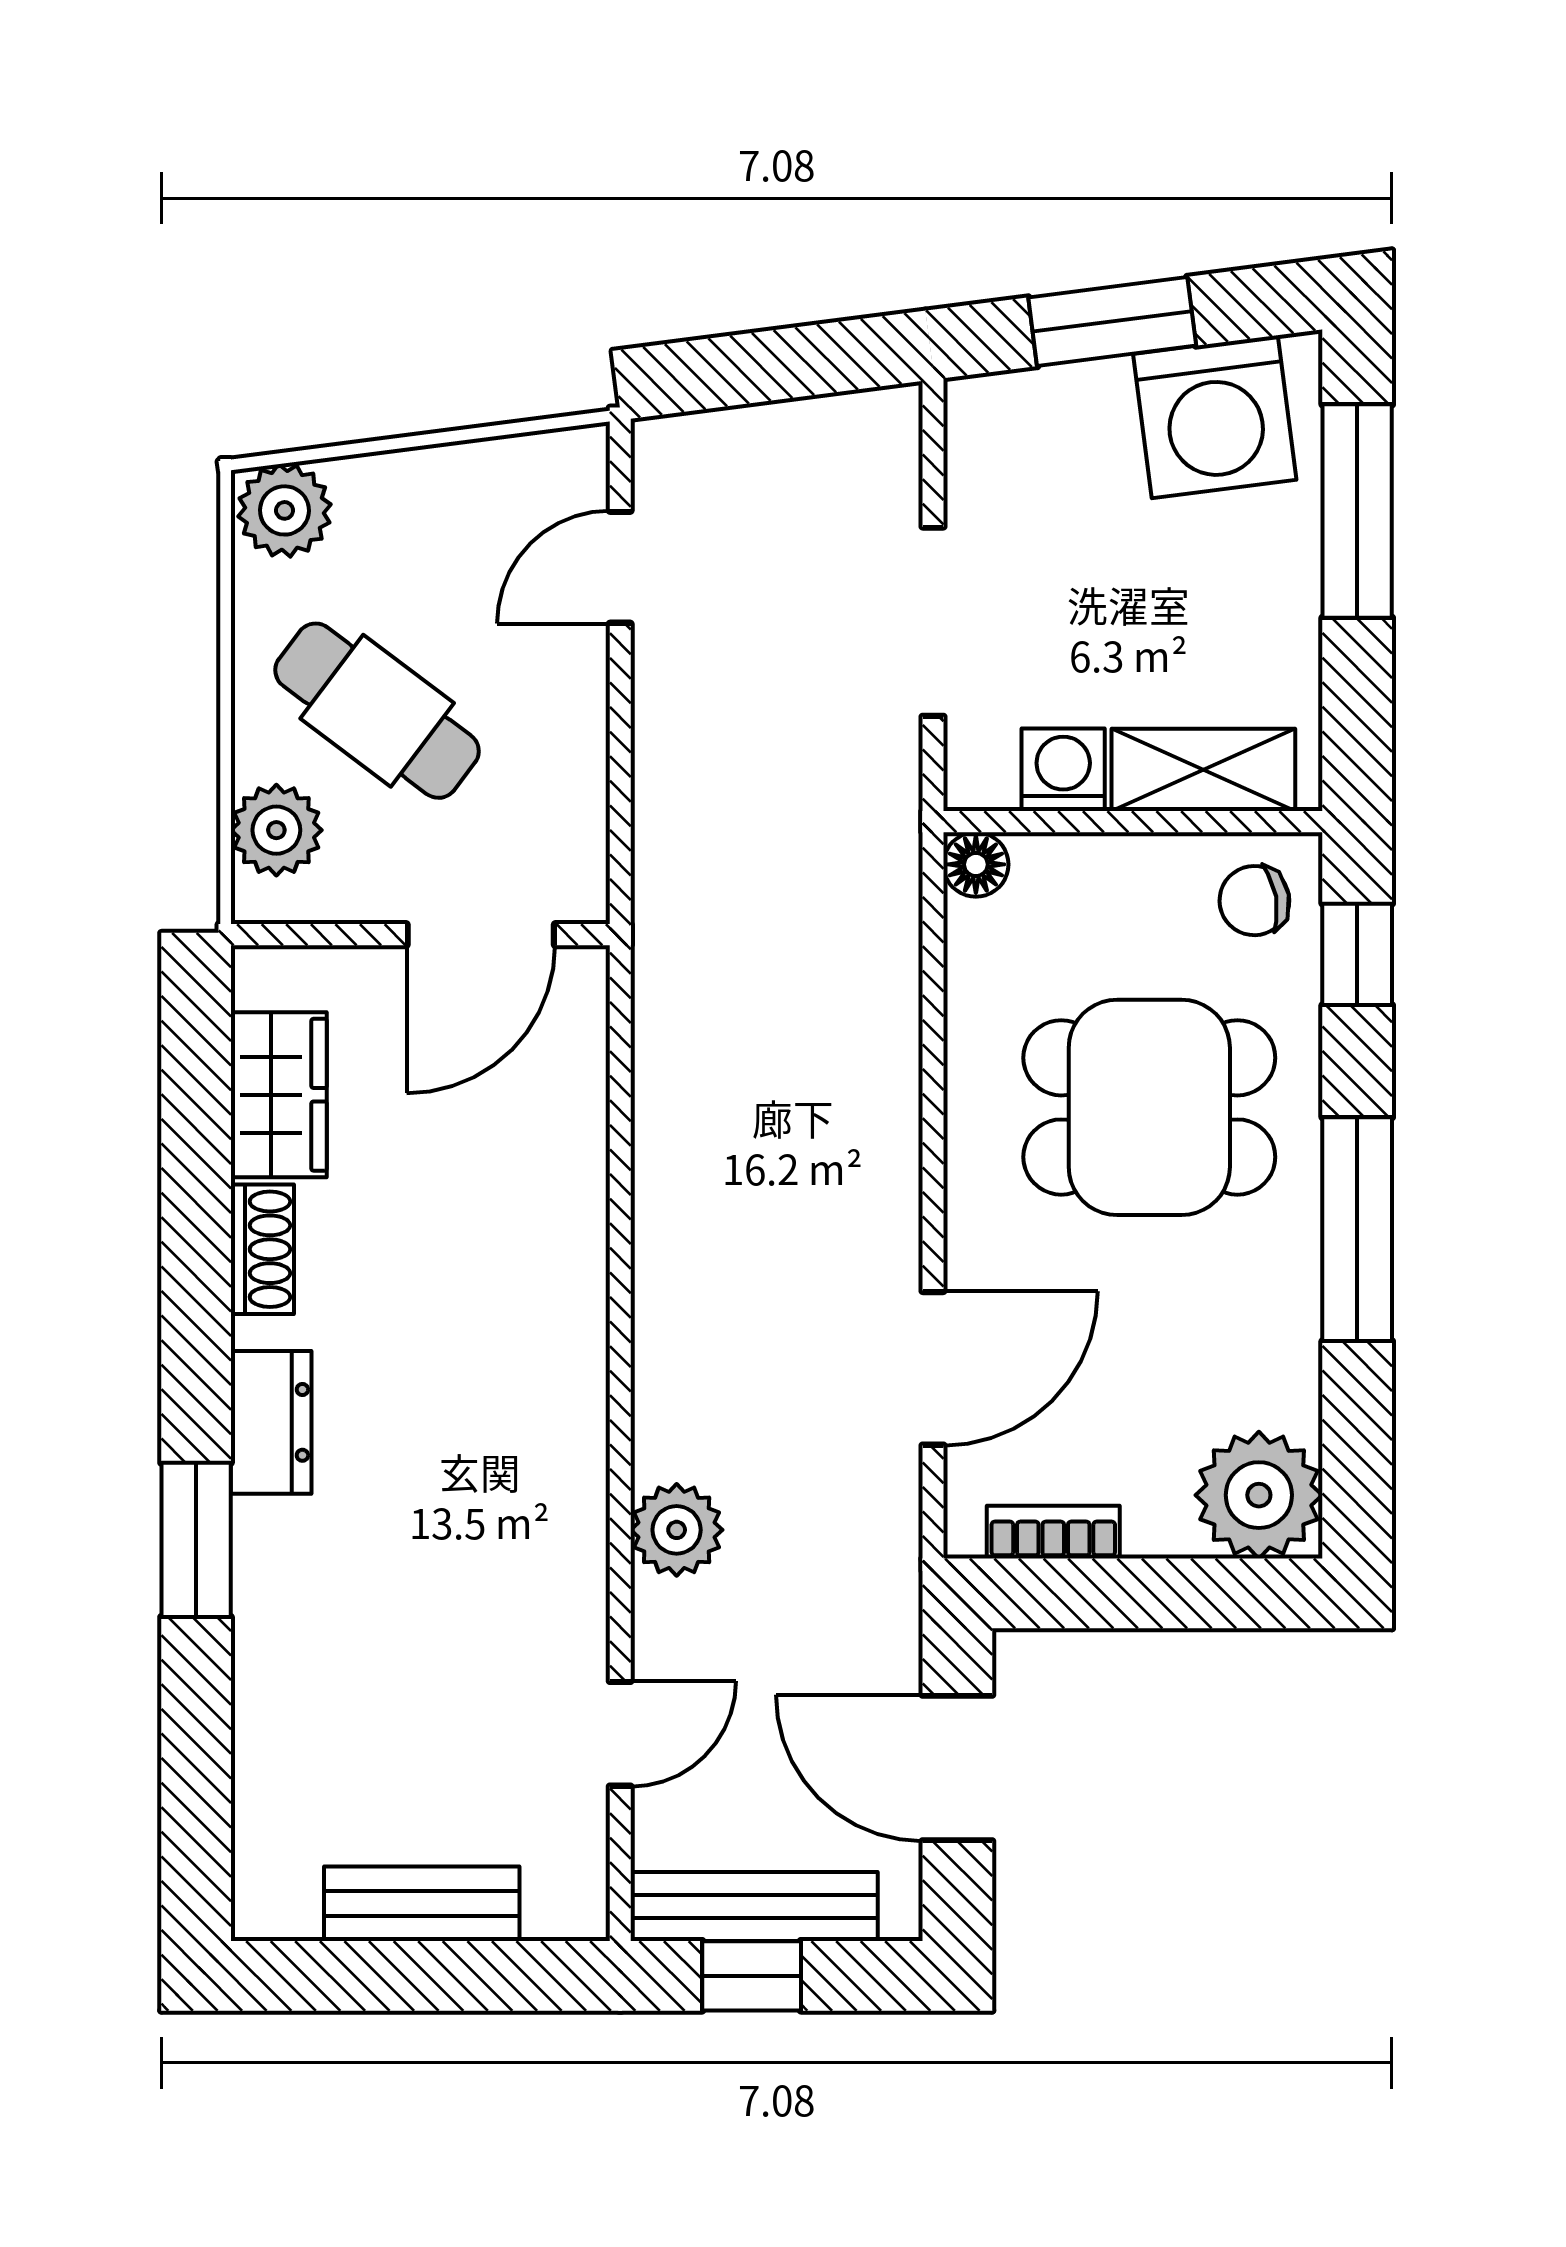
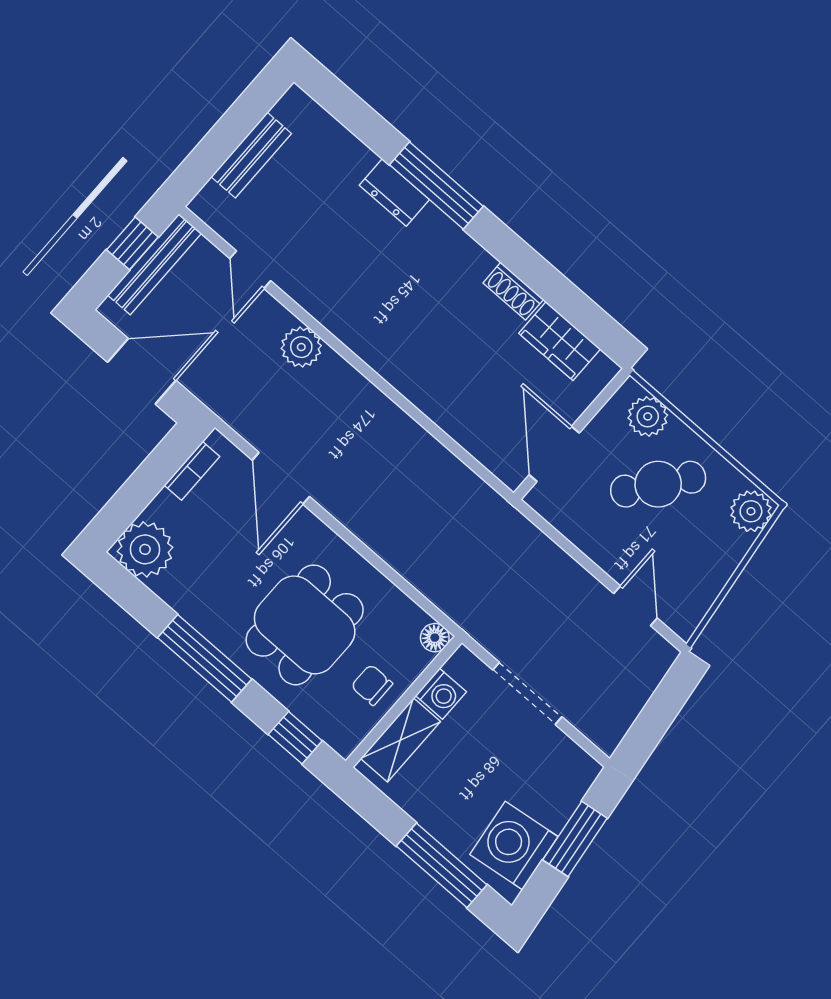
chair: (1254, 901) -> (372, 685), moved, turned -80
dresser: (271, 1422) -> (394, 192), moved
window: (196, 1540) -> (436, 185), width x1.44

